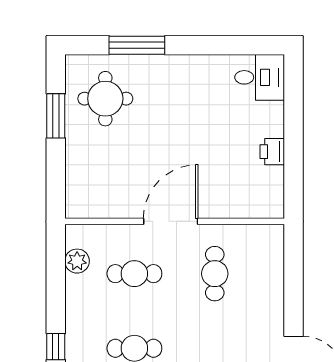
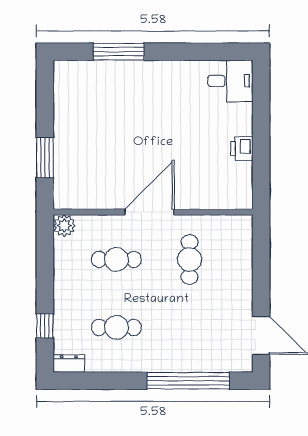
round table: (105, 99) -> (90, 100), removed
window: (56, 116) -> (45, 158), moved
plant: (77, 261) -> (64, 226), moved

